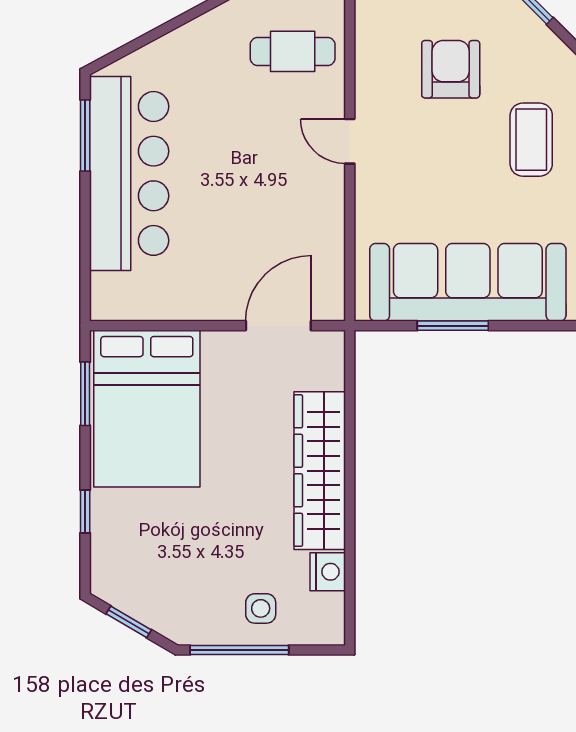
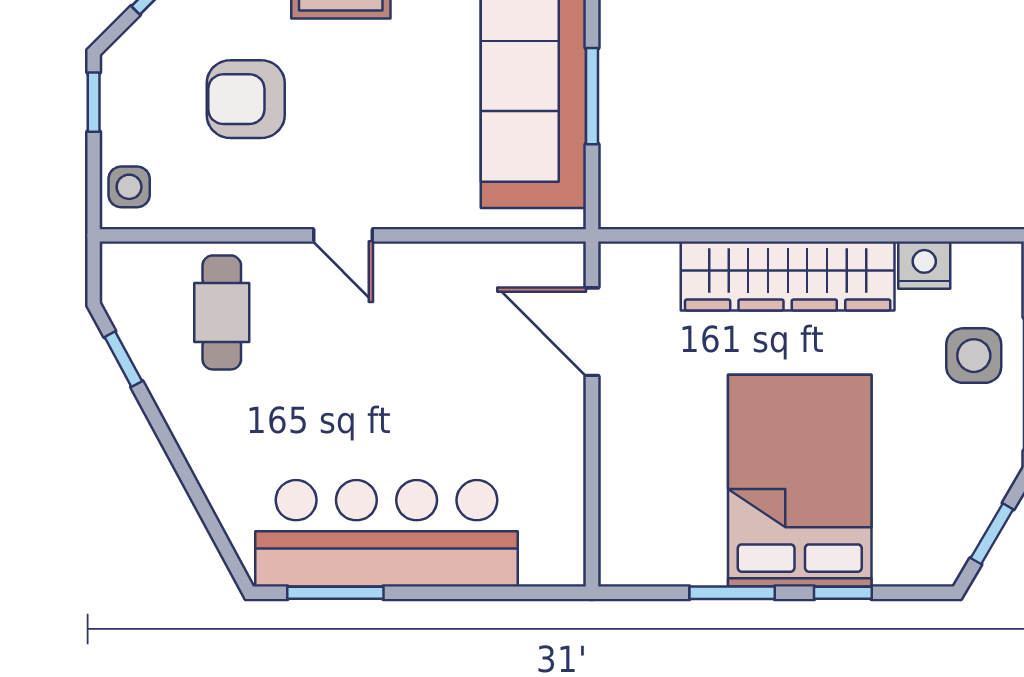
door: (350, 141) -> (343, 235), hinge flipped
window: (85, 394) -> (732, 593), moved
bed: (147, 409) -> (800, 481), moved, turned -90
side table: (261, 608) -> (974, 356), width x1.37, depth x1.37

